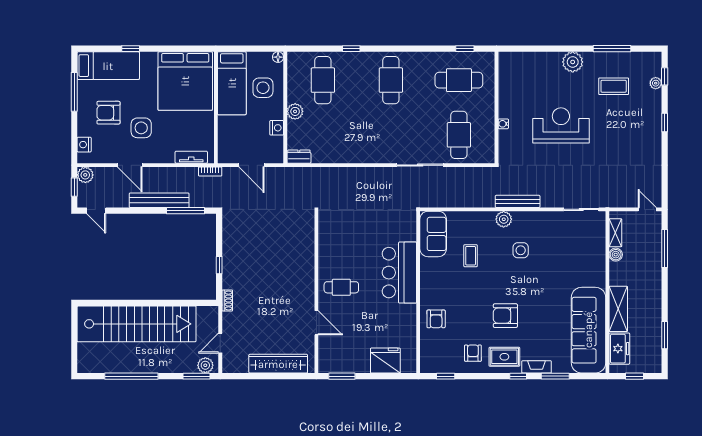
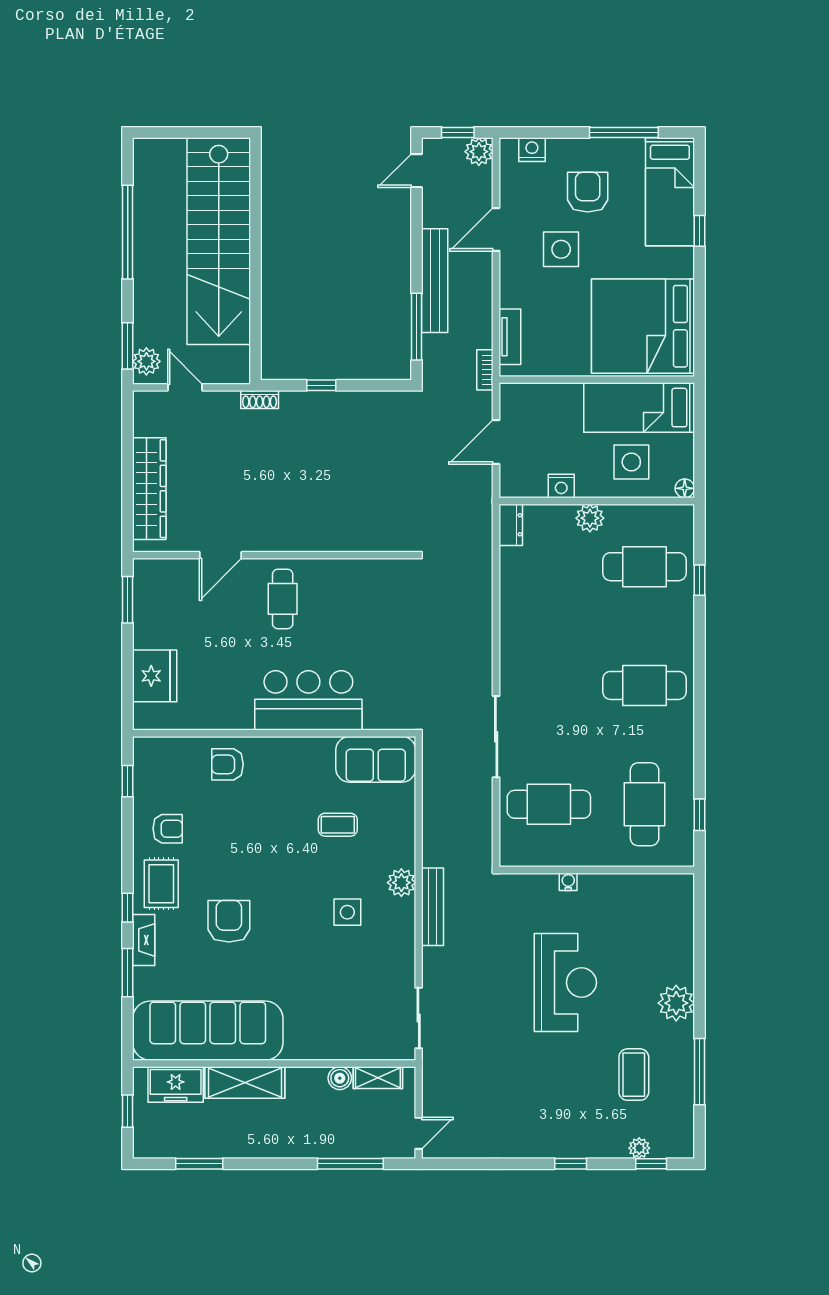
window: (351, 49) -> (699, 580), moved
armchair: (505, 316) -> (229, 921), moved

